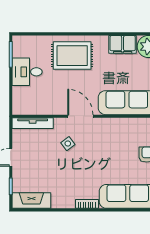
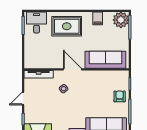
filing cabinet: (123, 44) -> (98, 18), width x0.50
desk: (27, 72) -> (37, 23), moved, turned 90

